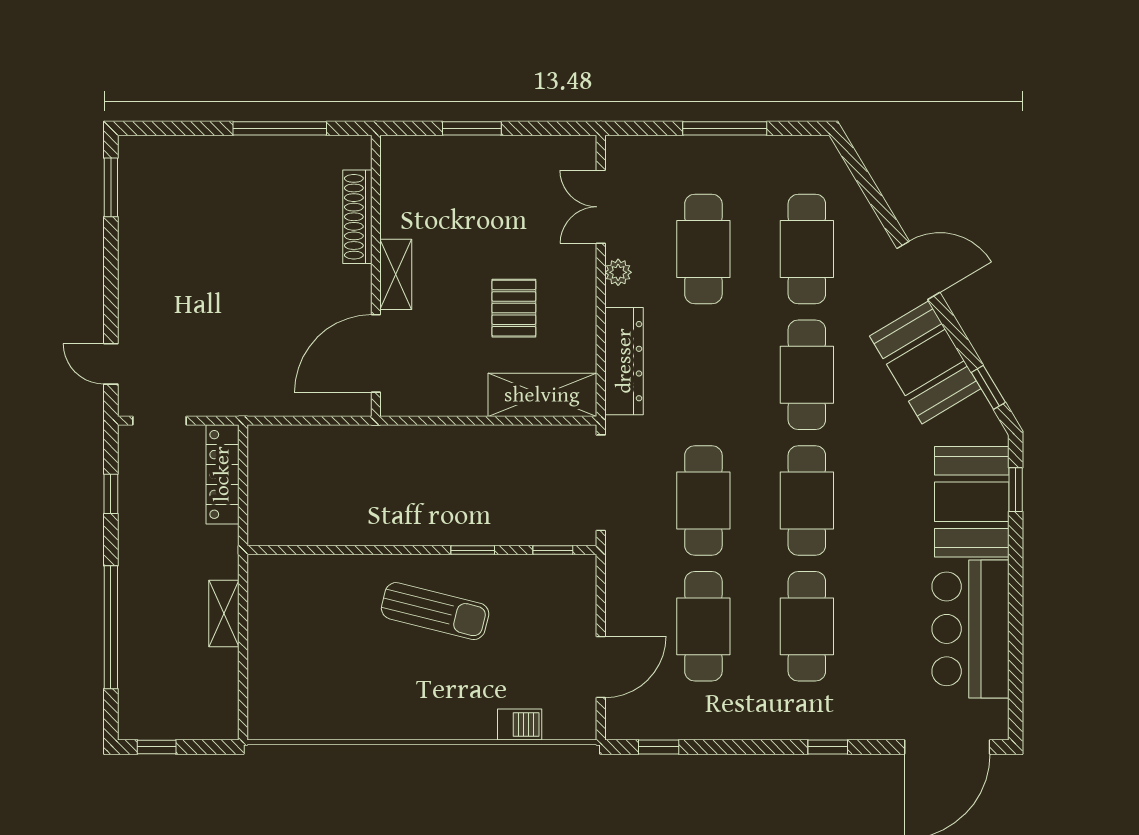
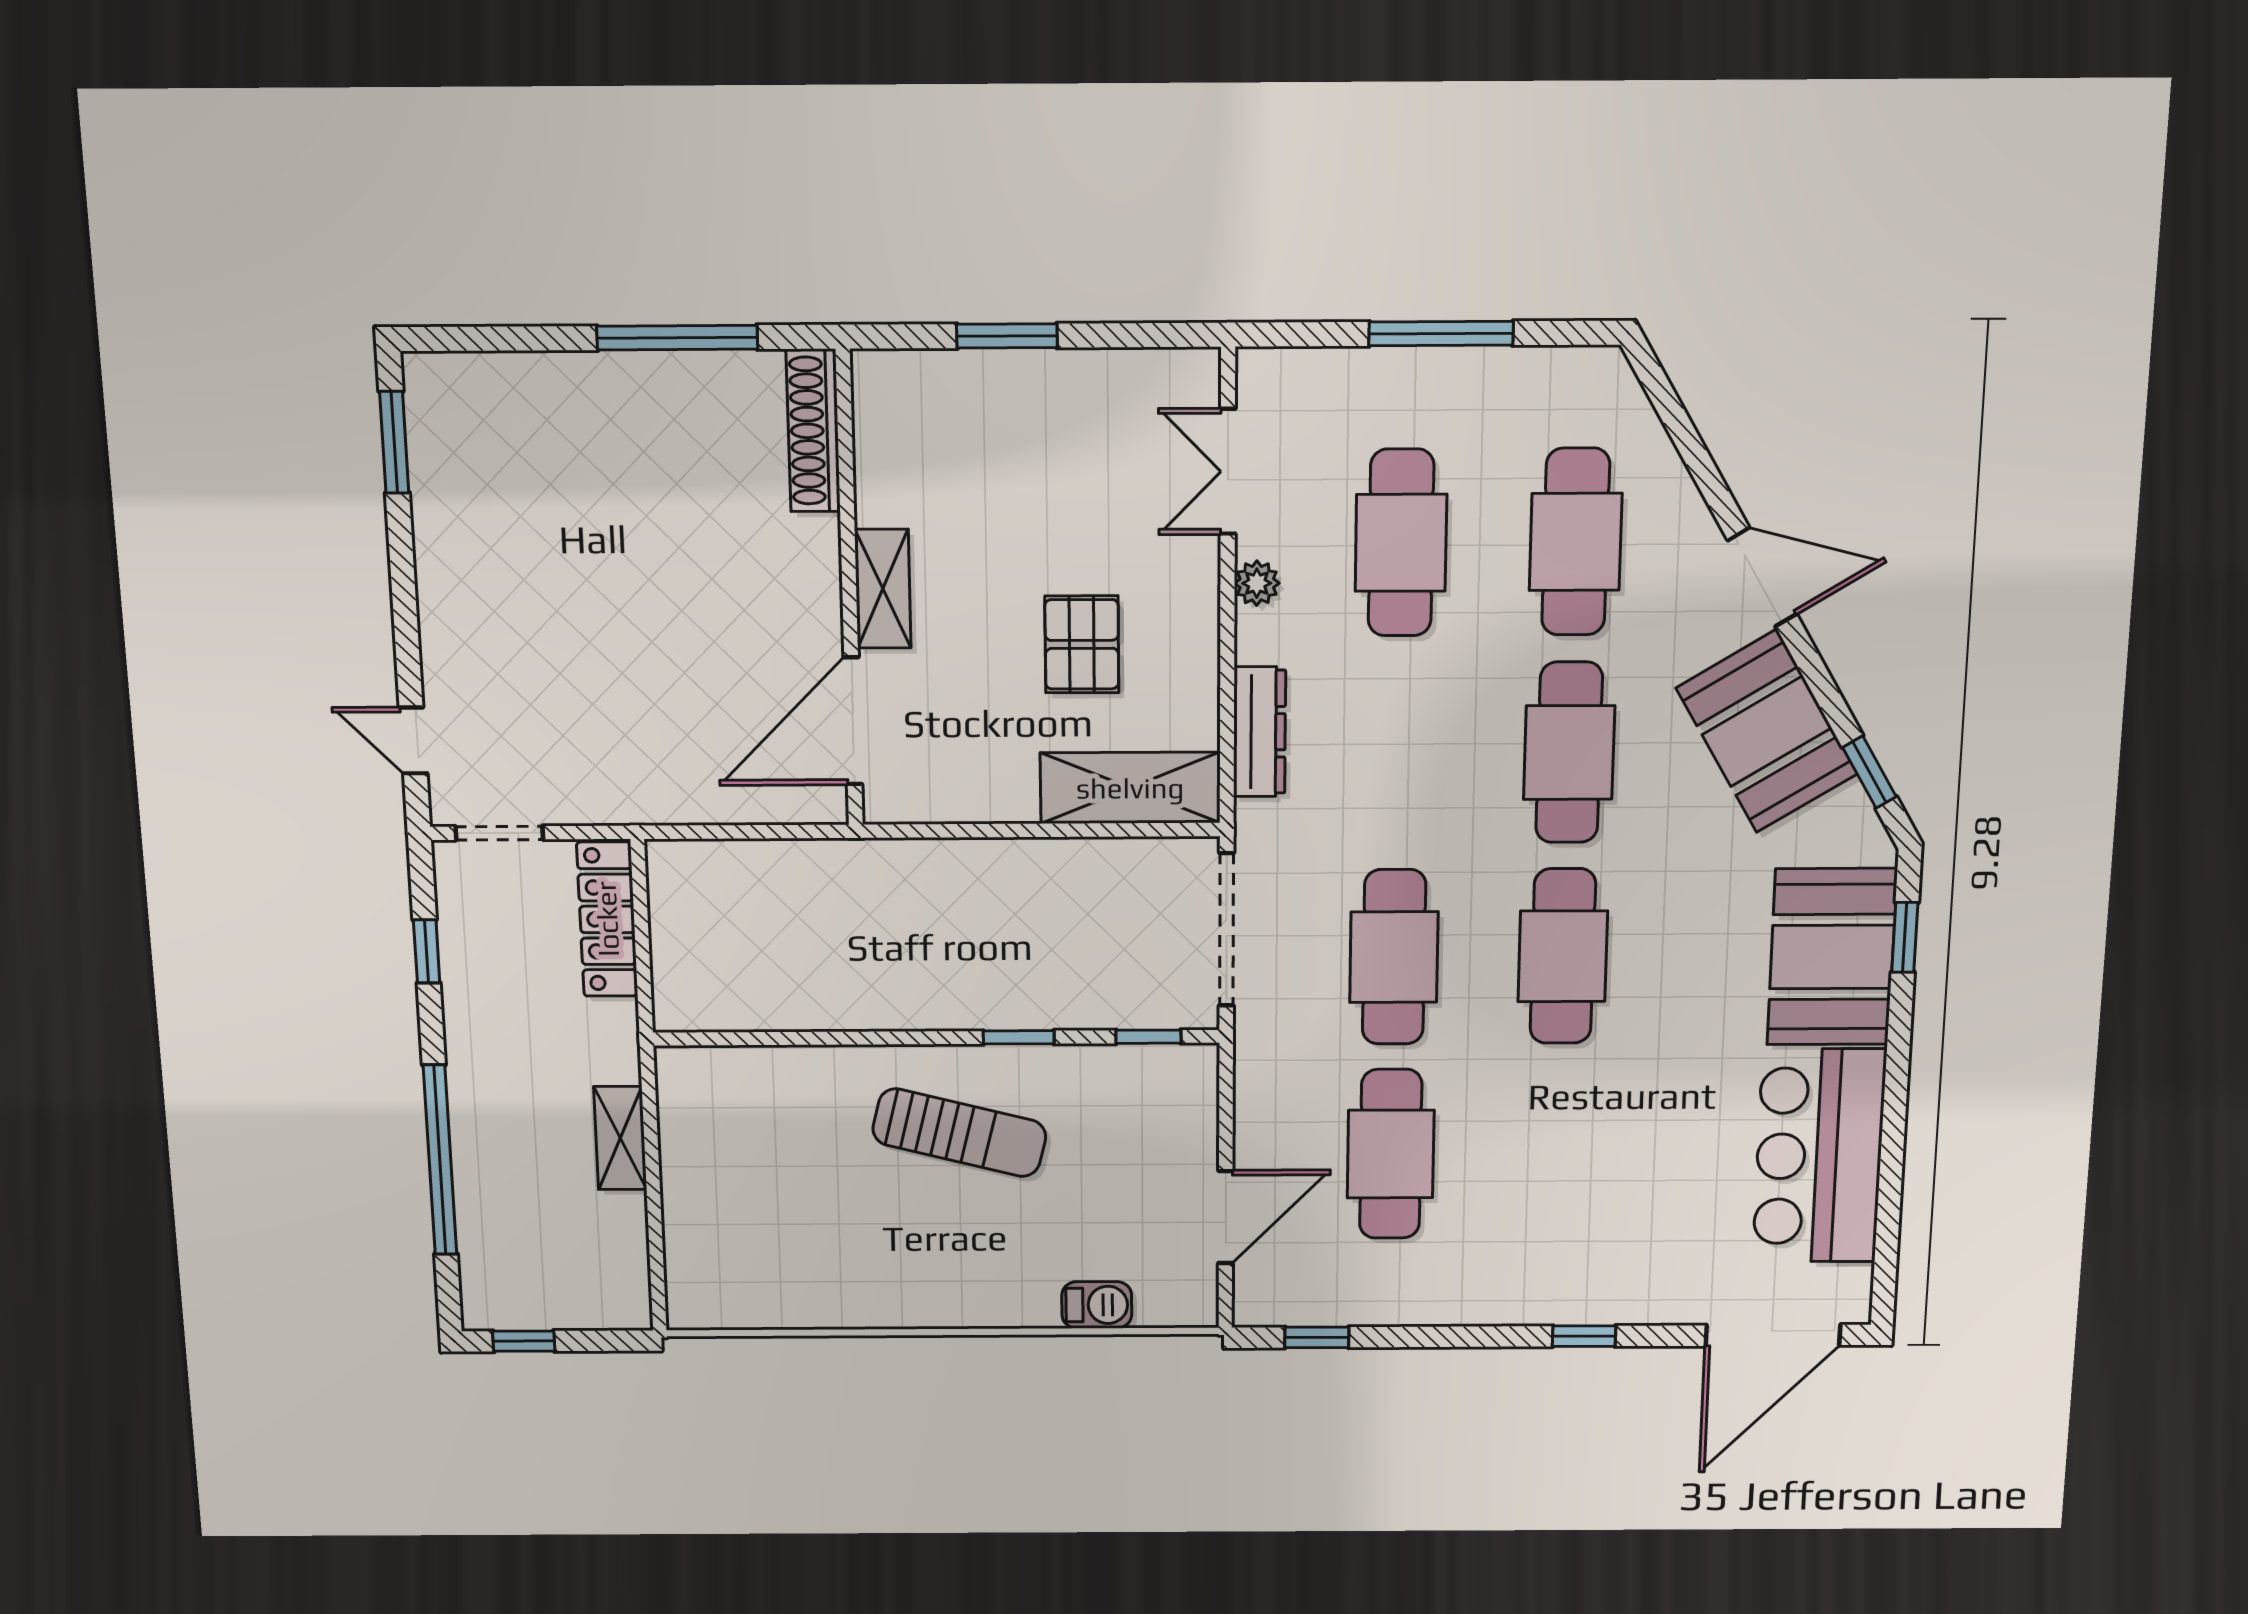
shoe rack: (357, 217) -> (813, 431), moved
dresser: (624, 361) -> (1259, 732), width x0.73, depth x0.80
cafe table: (807, 626) -> (1557, 1153), removed

